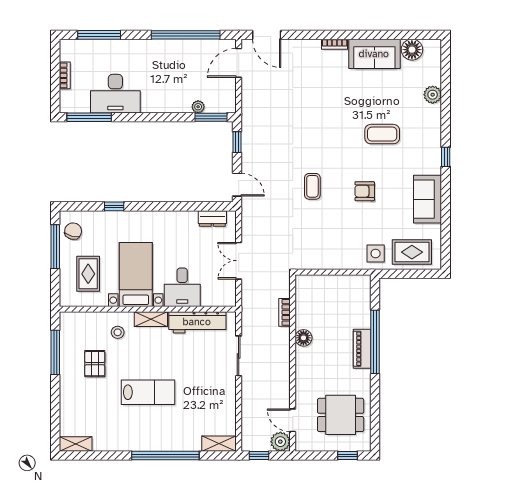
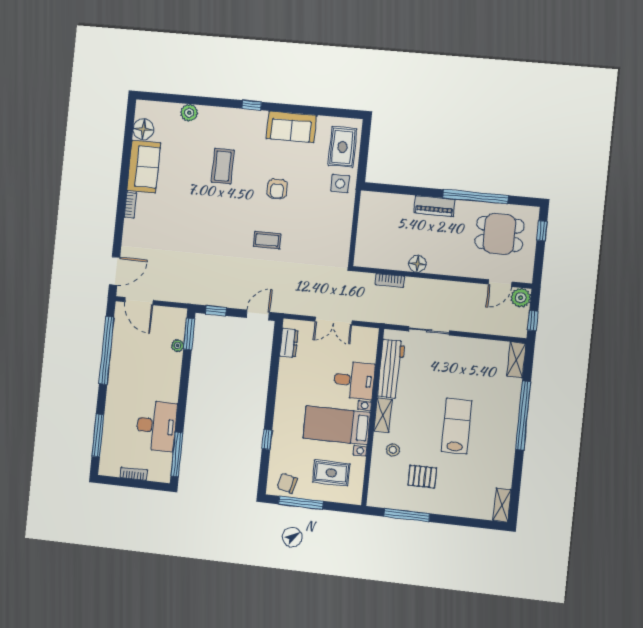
window: (375, 342) -> (476, 197), moved
dining table: (341, 415) -> (500, 234), turned 90

